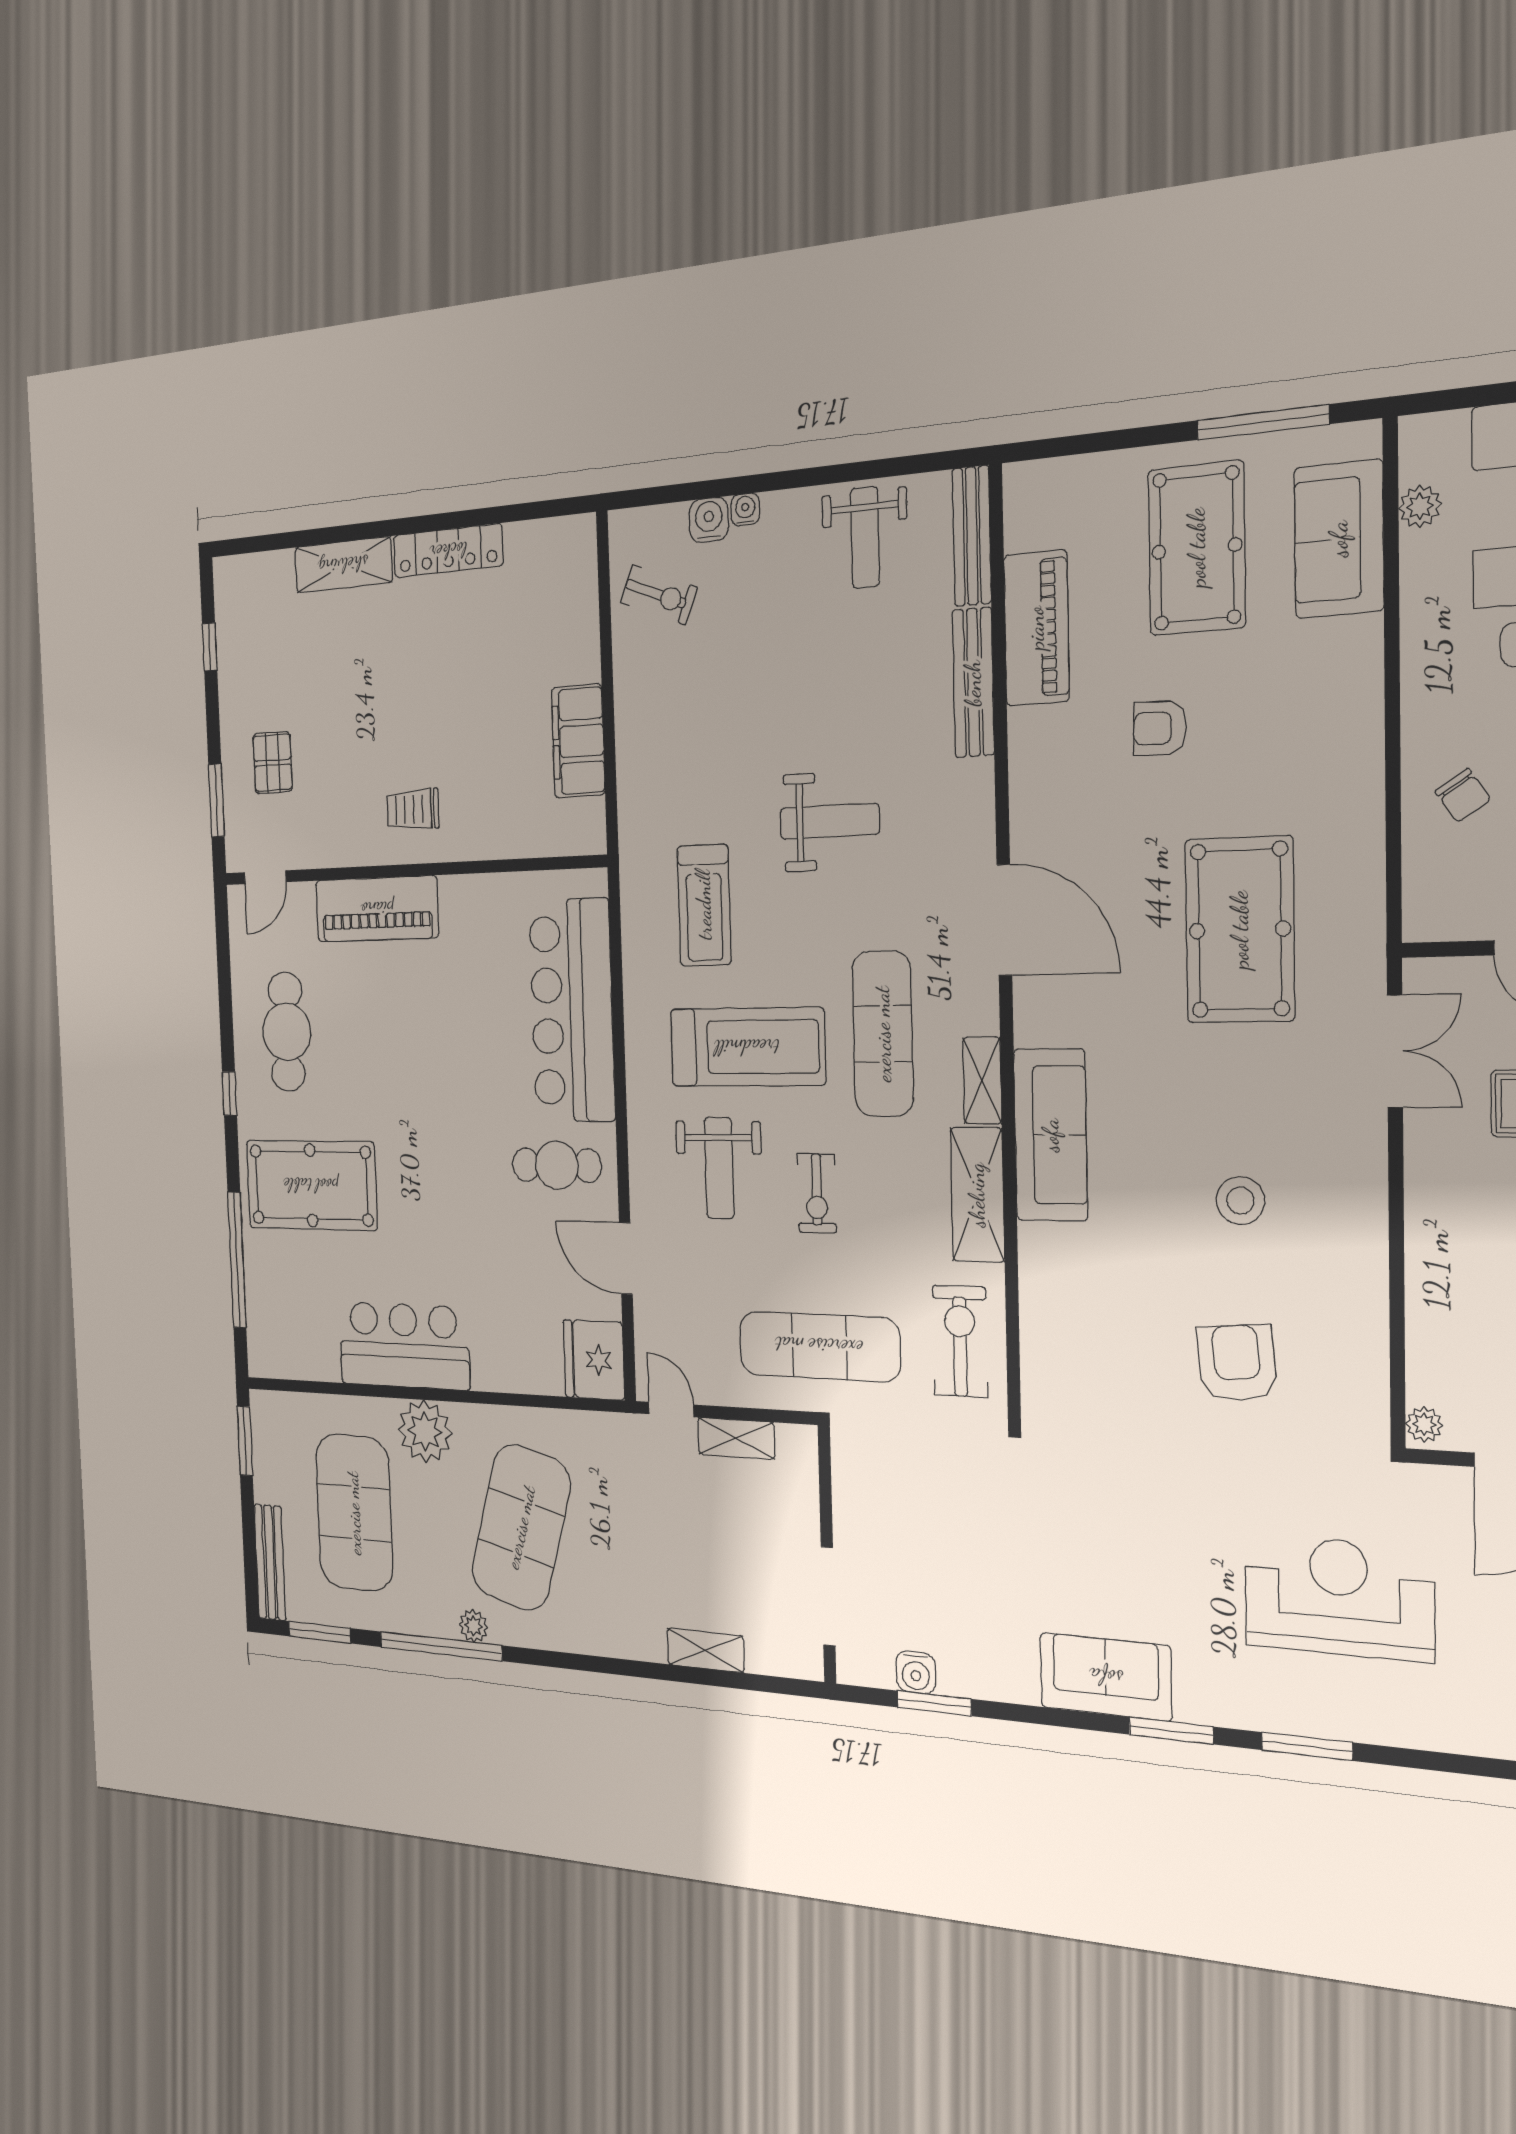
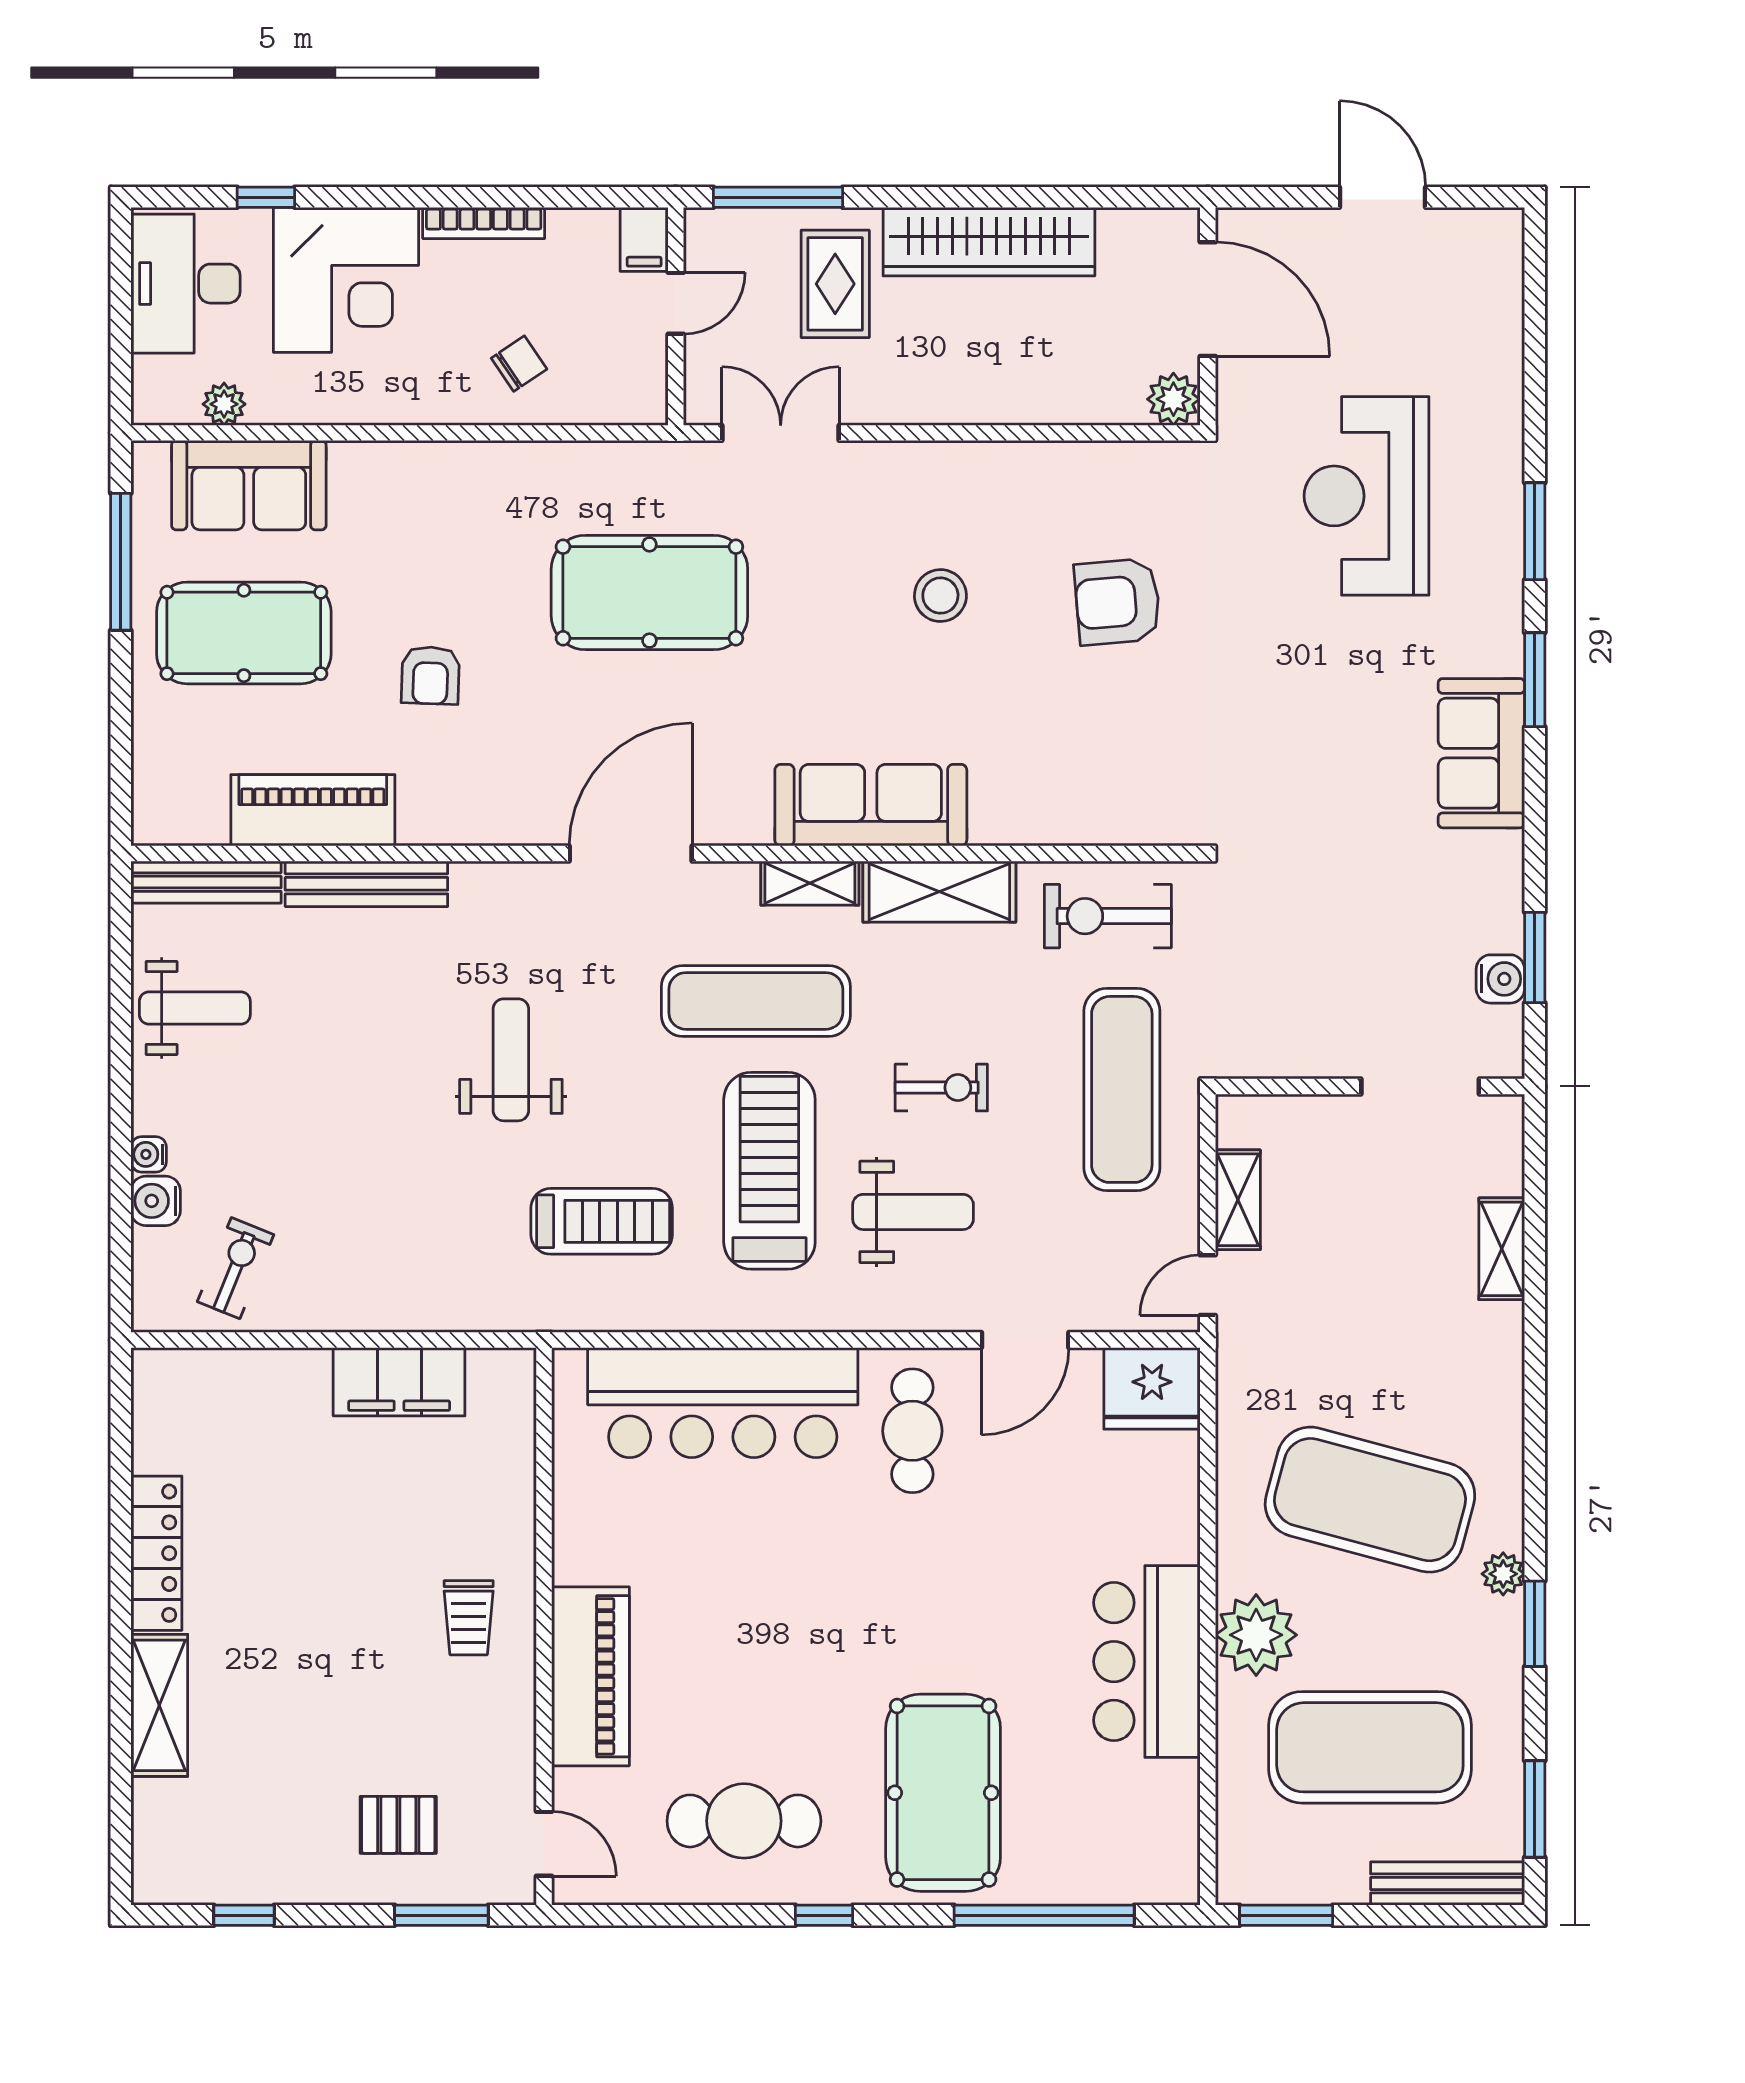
plant: (1424, 1424) -> (1173, 399), width x1.38, depth x1.38
window: (441, 1646) -> (1535, 1624), width x0.47

